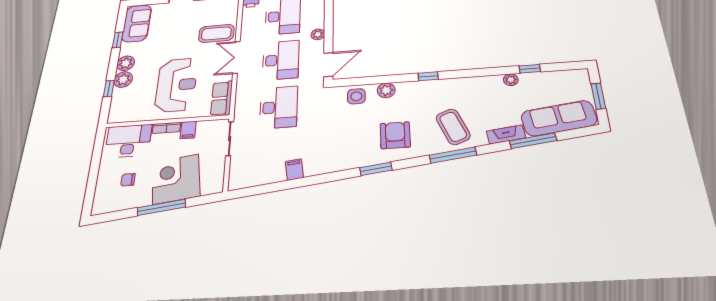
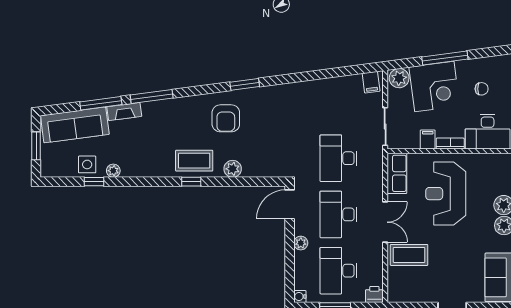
side table: (356, 96) -> (87, 164), moved
coffee table: (453, 127) -> (194, 161), moved, turned -68
window: (453, 155) -> (152, 97), moved
filing cabinet: (294, 170) -> (371, 82), moved
plant: (211, 185) -> (399, 78), added

